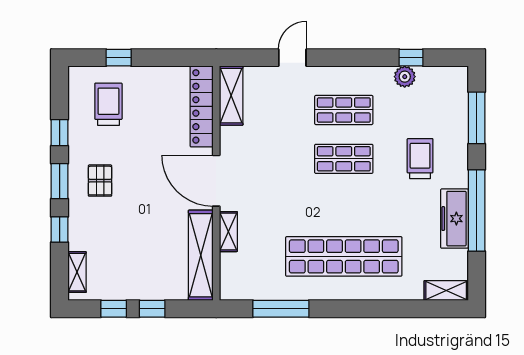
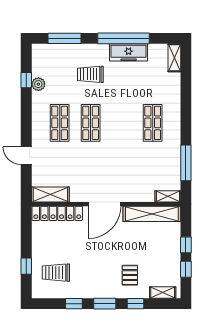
pallet: (100, 181) -> (130, 275), moved, turned 90
shelving: (228, 232) -> (168, 196), moved
shop shelf: (344, 256) -> (153, 123), width x0.50, depth x0.74

